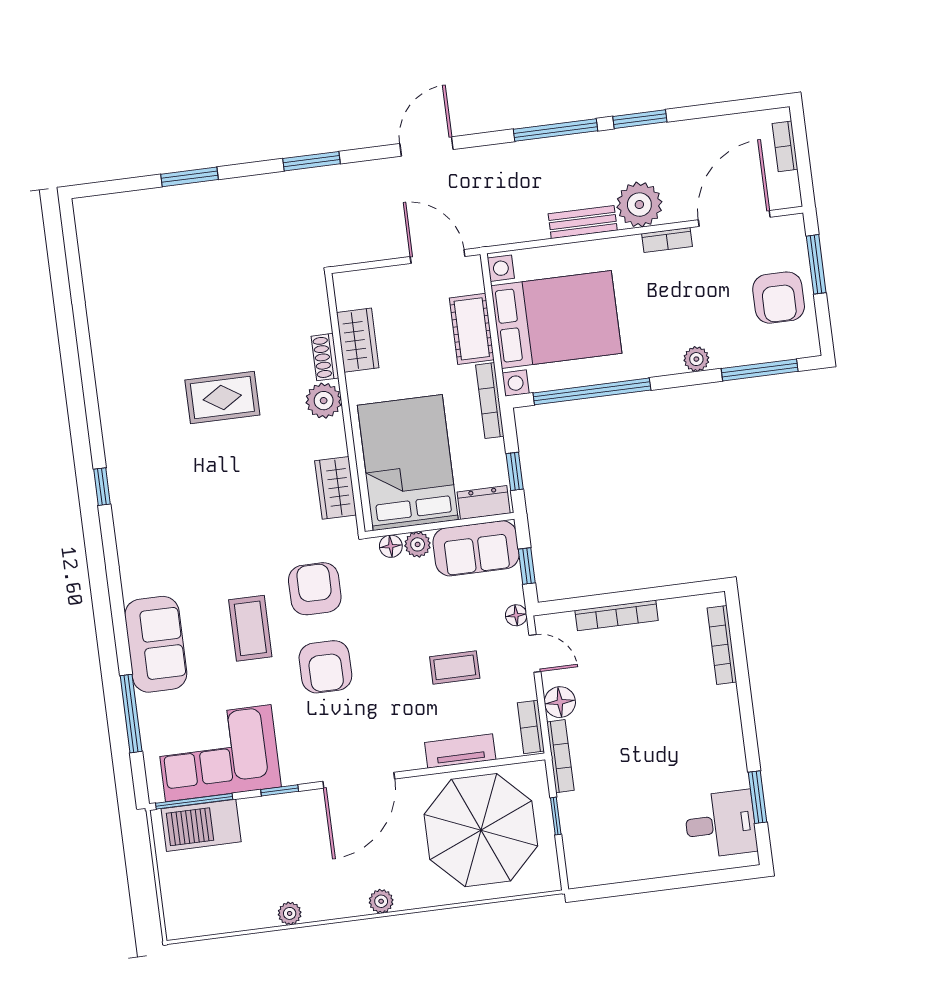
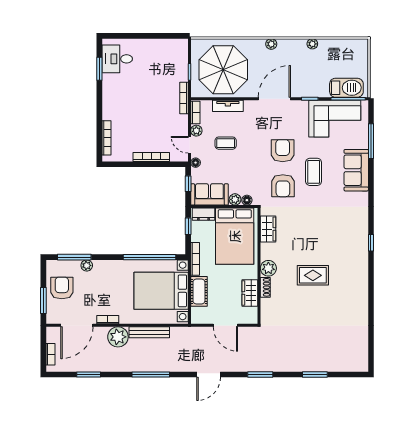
window: (640, 119) -> (89, 375), moved
bench: (583, 222) -> (149, 332), width x1.36
door: (438, 256) -> (225, 325), moved
plant: (696, 359) -> (87, 265), moved
plant: (523, 687) -> (196, 131), added
floor lamp: (560, 702) -> (181, 122), removed

